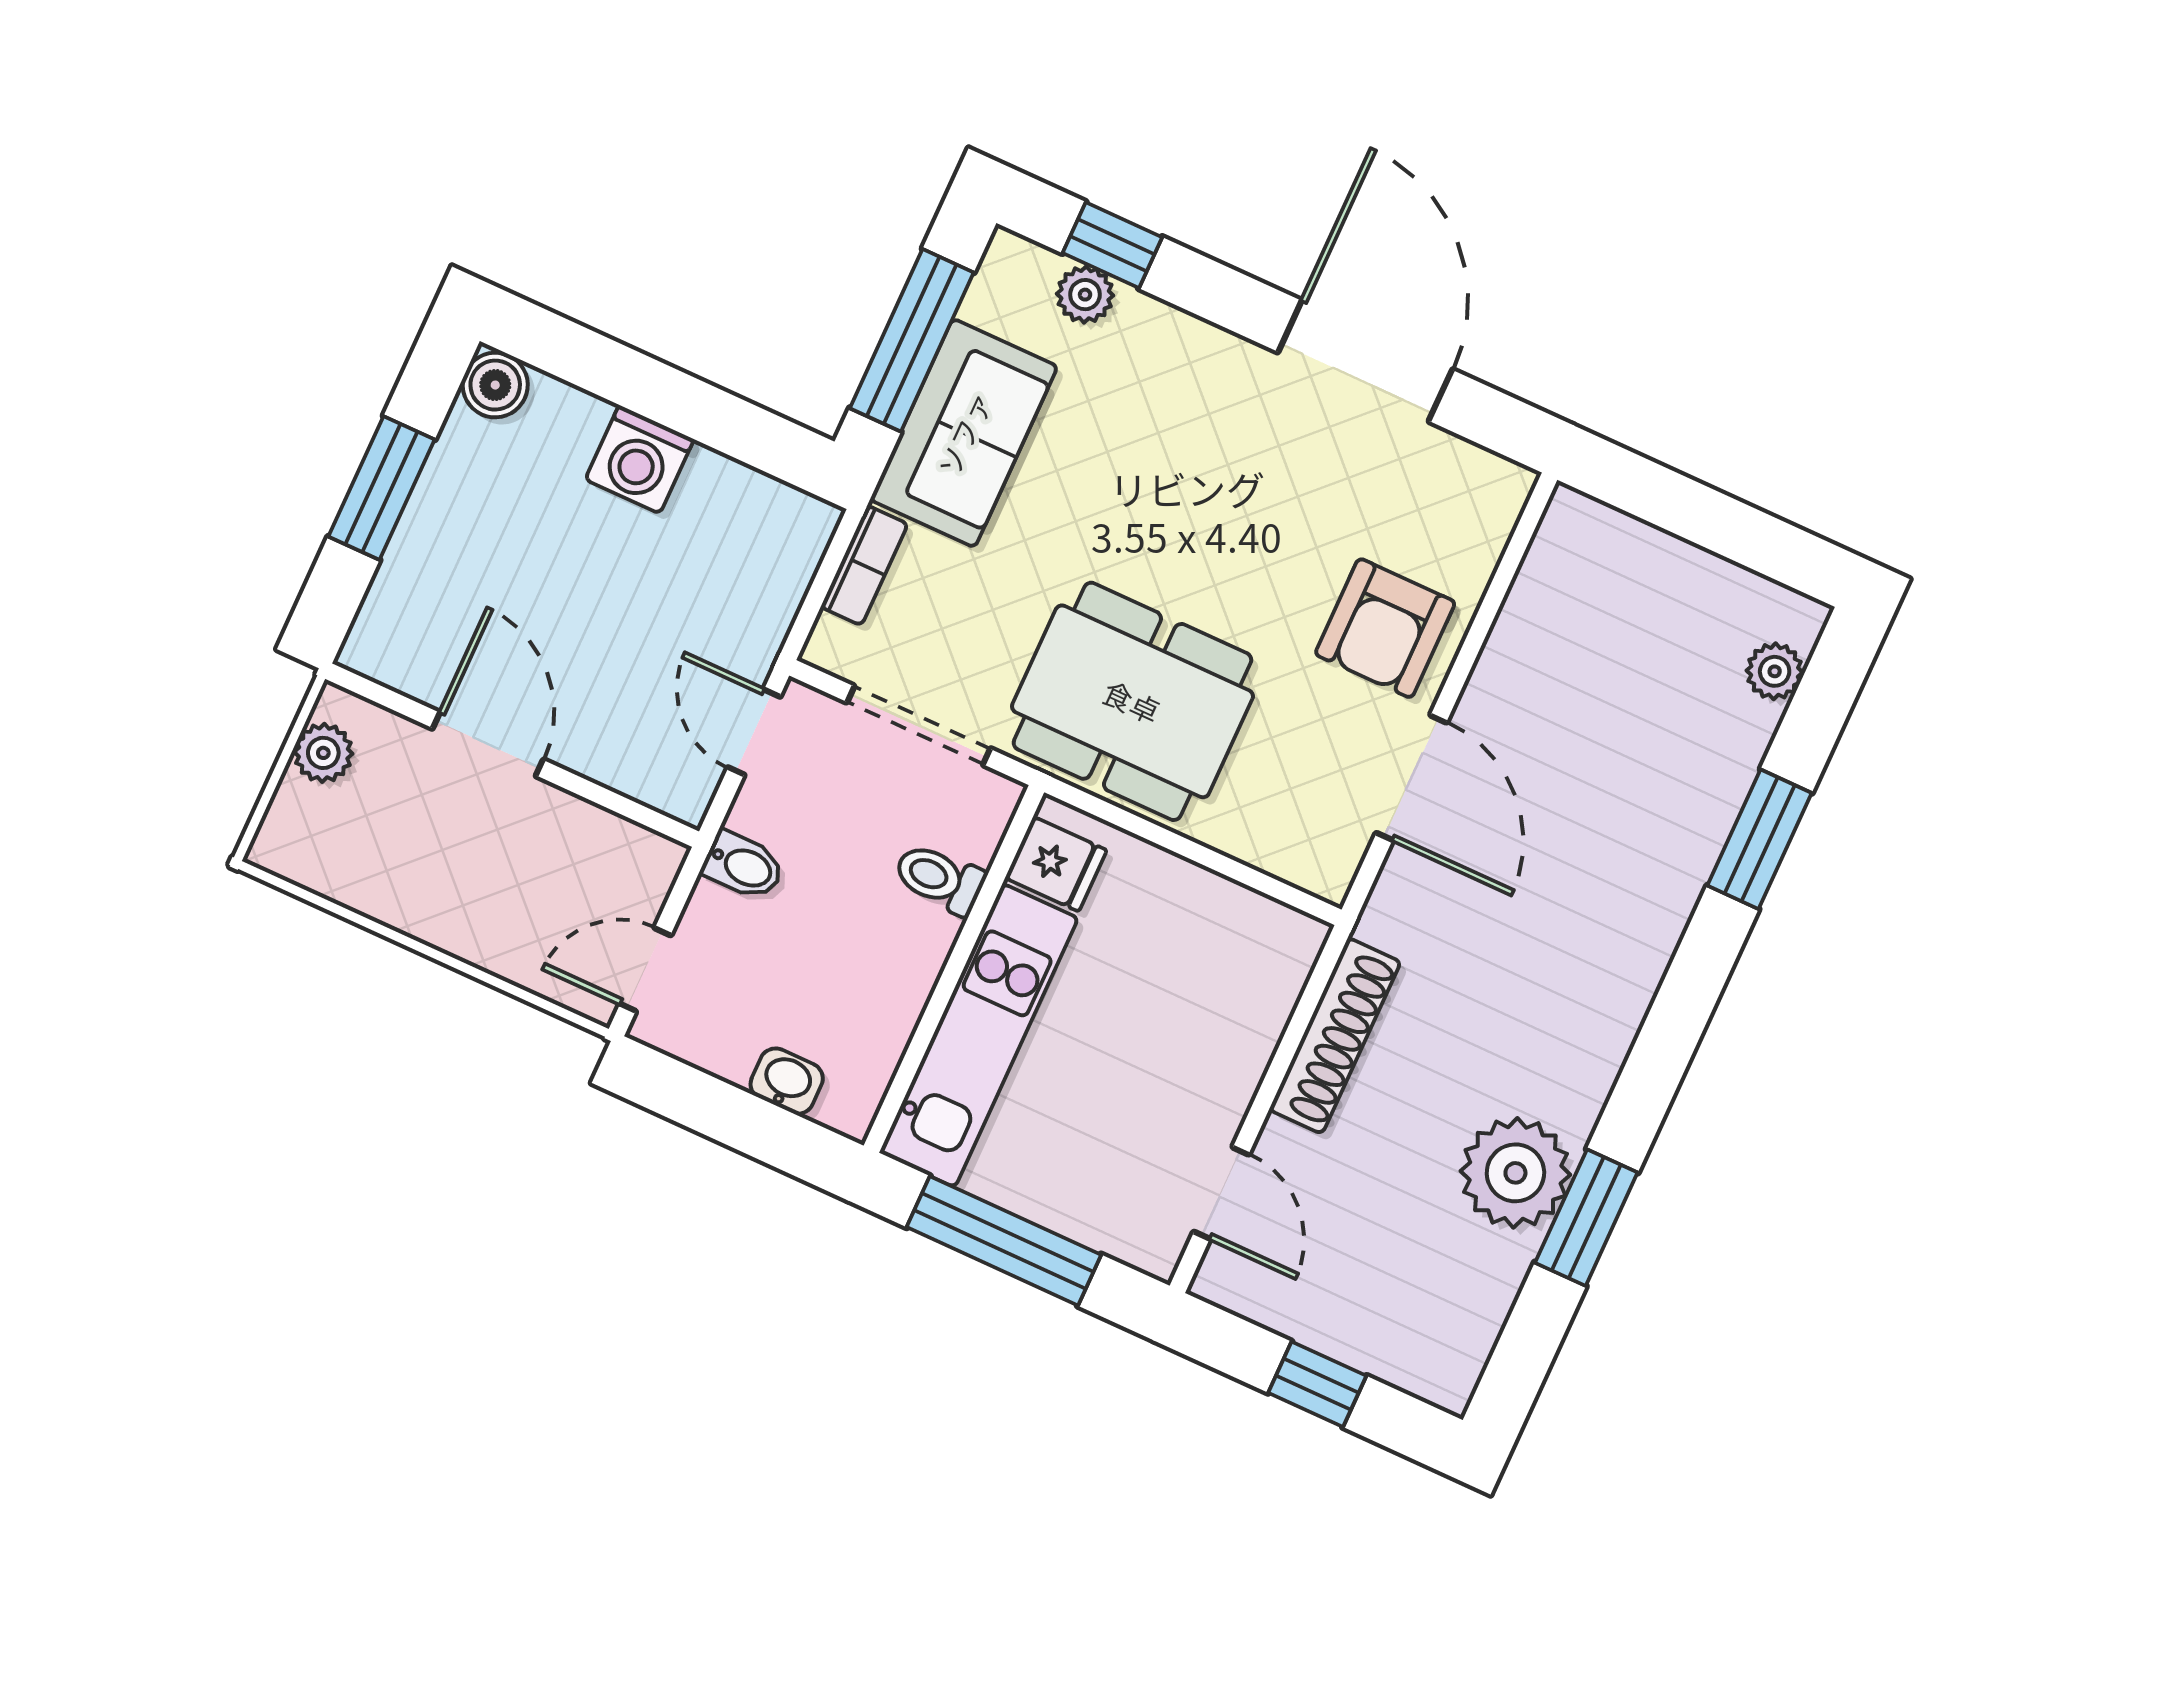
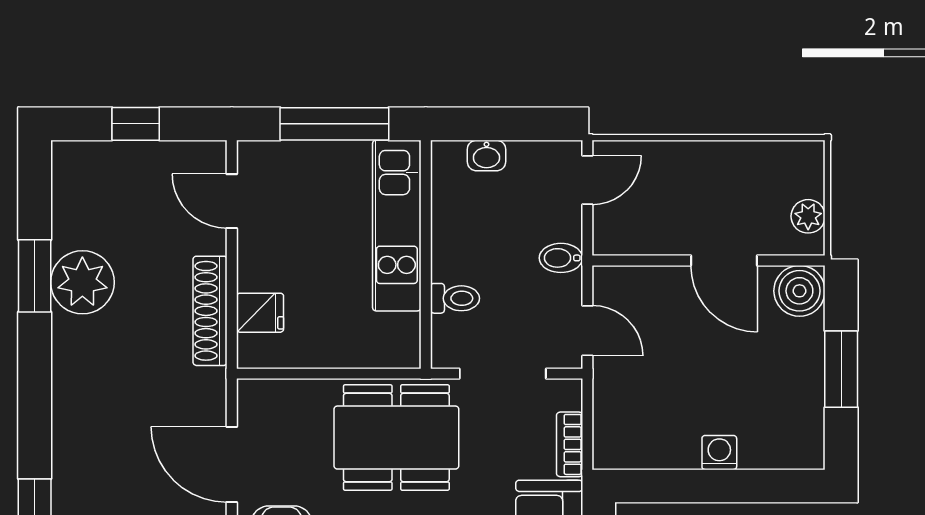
boiler: (495, 385) -> (799, 291), moved, width x1.36, depth x1.36
washing machine: (640, 459) -> (719, 453), width x0.73, depth x0.73
fridge: (1056, 864) -> (260, 313), moved, turned 180

